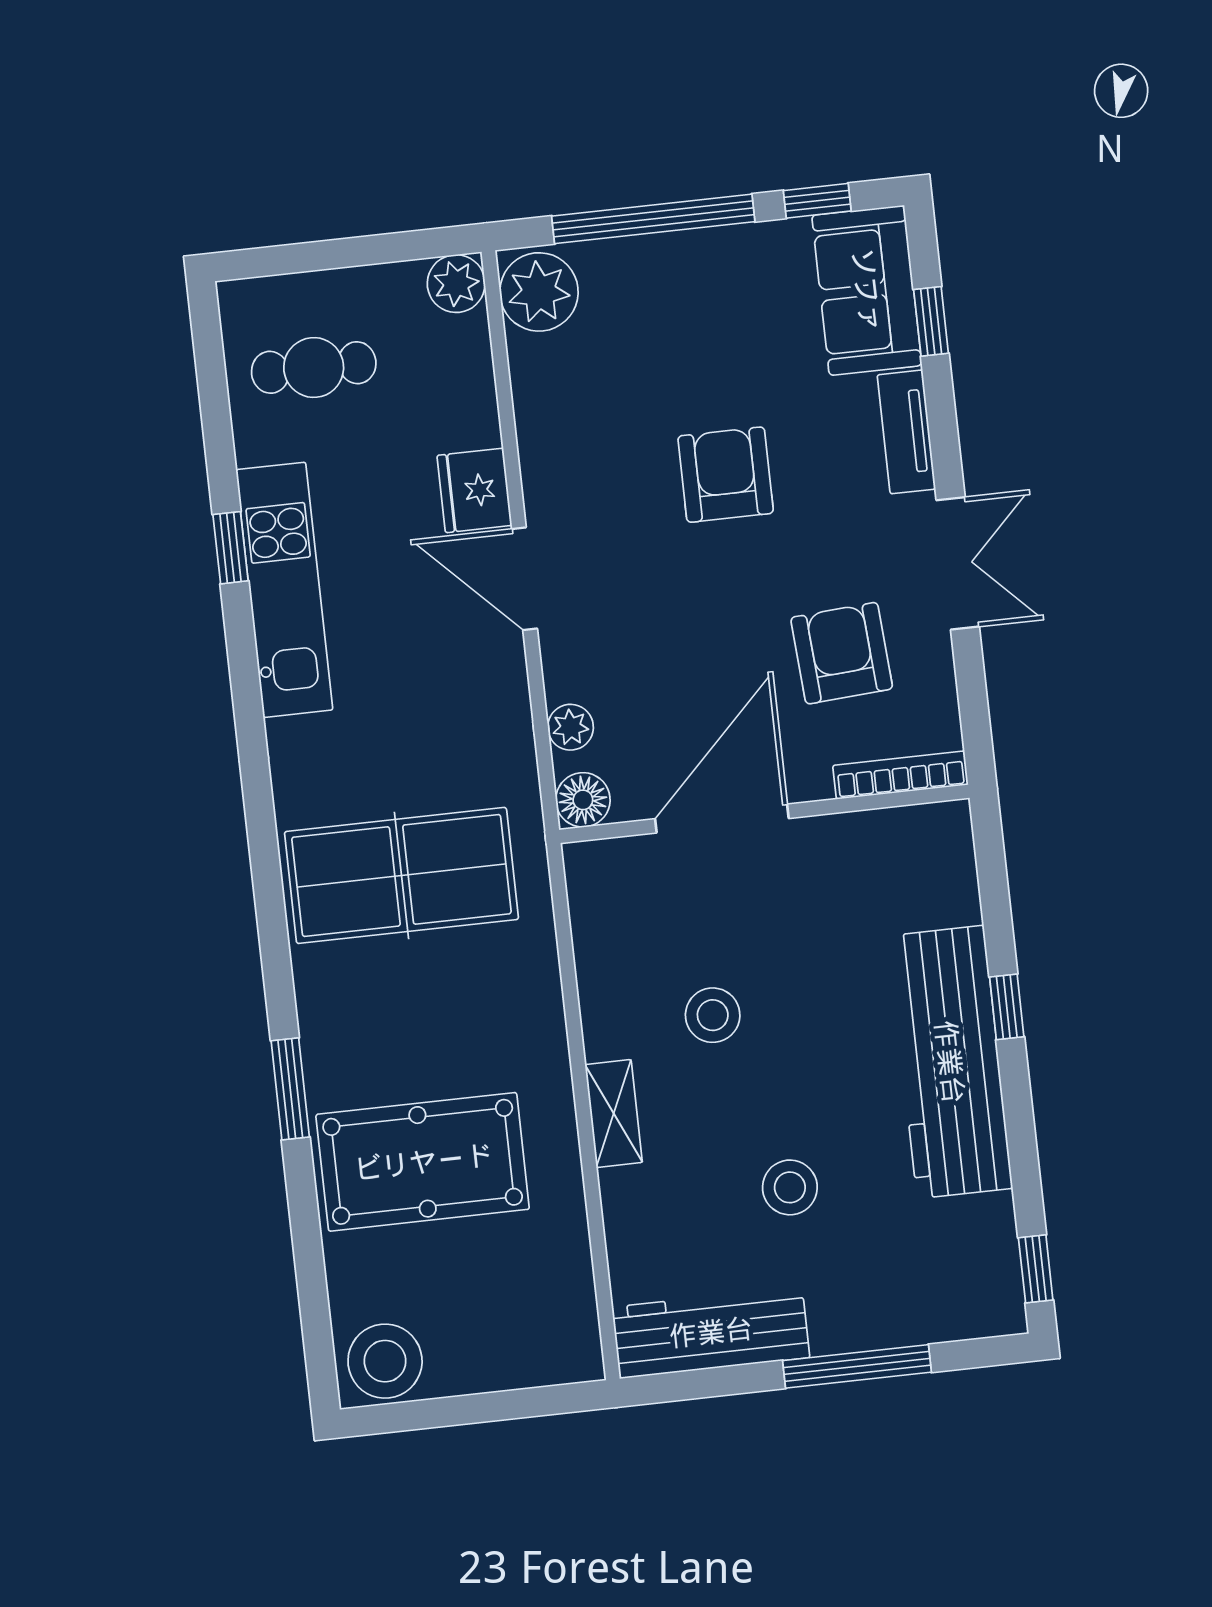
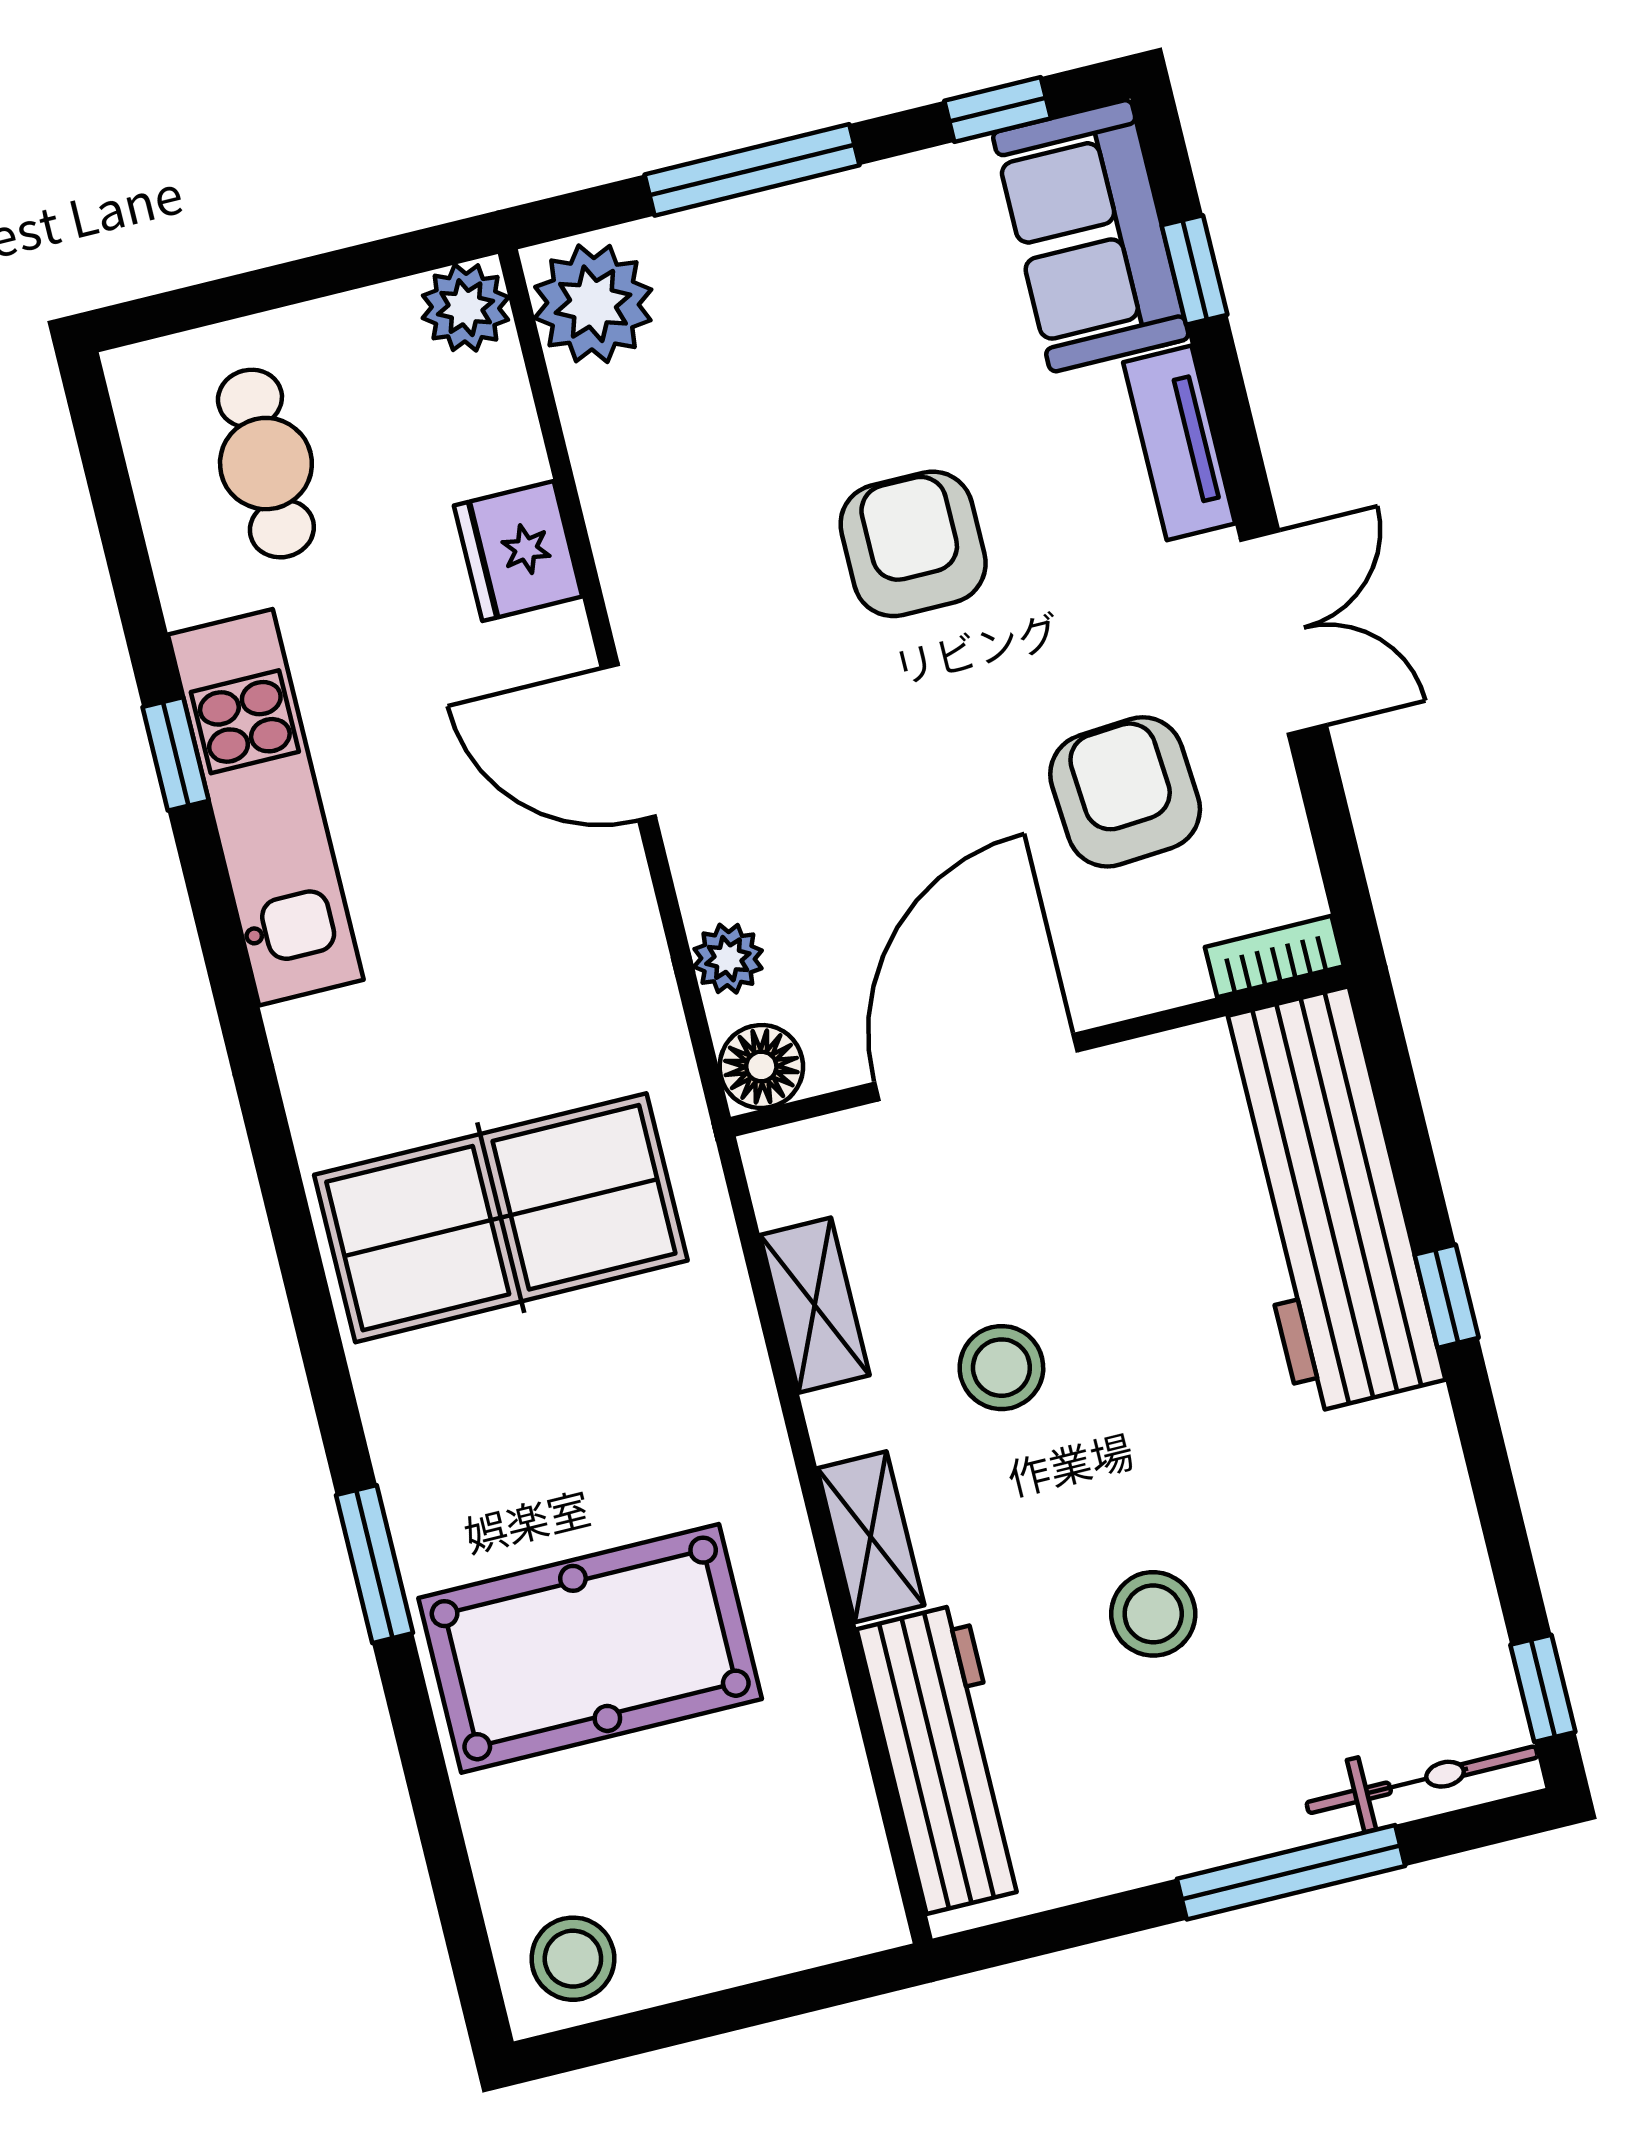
window: (653, 219) -> (752, 170), width x0.68
cafe table: (314, 368) -> (266, 464), turned 90
fridge: (474, 490) -> (518, 551), moved
bookcase: (900, 775) -> (1274, 957), width x0.64
shelving: (597, 959) -> (815, 1305), added
workbench: (950, 1062) -> (1325, 1201), moved
bicycle: (950, 1318) -> (1422, 1780), added
workbench: (711, 1332) -> (945, 1758), moved, turned 90
stool: (385, 1361) -> (573, 1959), width x0.73, depth x0.73

